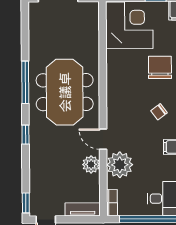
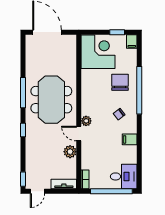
plant: (120, 165) -> (86, 121), moved, width x0.53, depth x0.53

